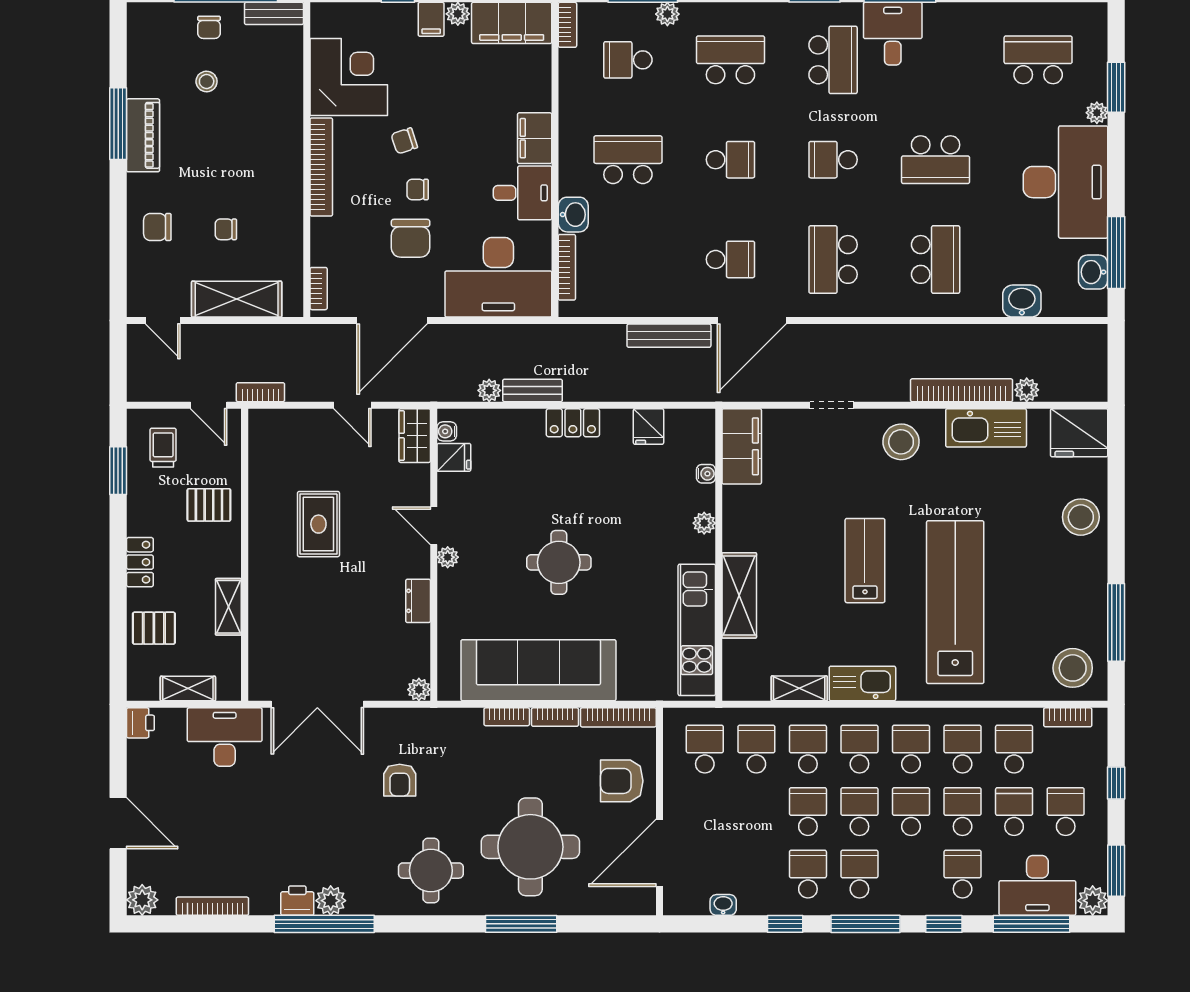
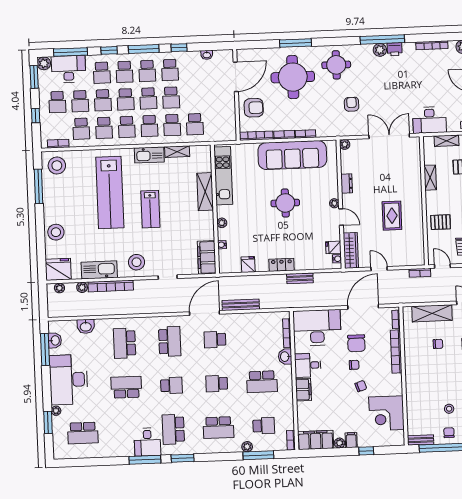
bookcase: (321, 167) -> (396, 351), moved
chair: (411, 238) -> (356, 343), turned 180
plant: (489, 390) -> (59, 288), moved
wardrobe: (415, 436) -> (351, 250), width x1.50
school desk: (705, 749) -> (124, 72), moved

